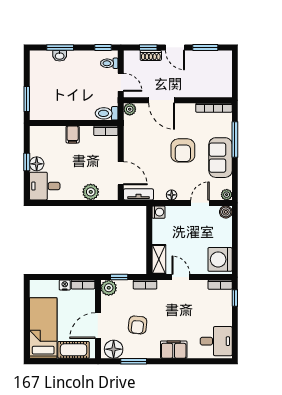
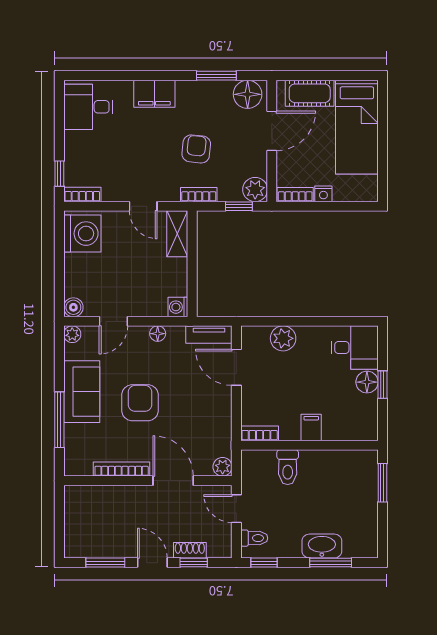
washbasin: (60, 56) -> (322, 546), width x1.91, depth x1.45
bookcase: (214, 108) -> (122, 469), moved
toilet: (107, 113) -> (288, 467), moved, turned 90
armchair: (138, 325) -> (196, 149), moved

